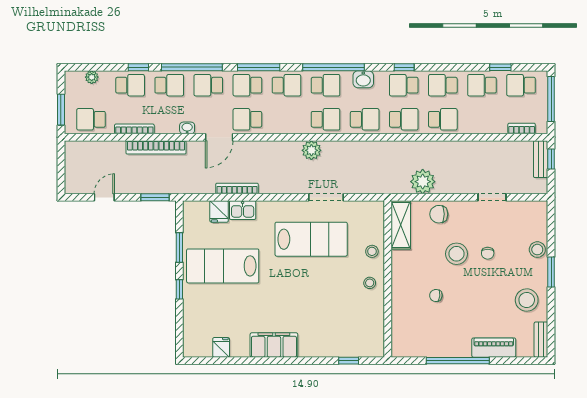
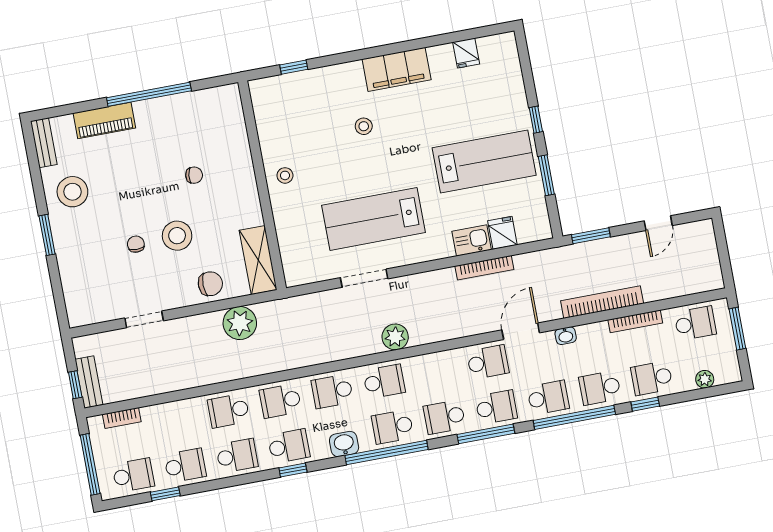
school desk: (326, 119) -> (384, 382), turned 180
stool: (537, 250) -> (71, 261), removed
stool: (372, 251) -> (364, 126), moved

